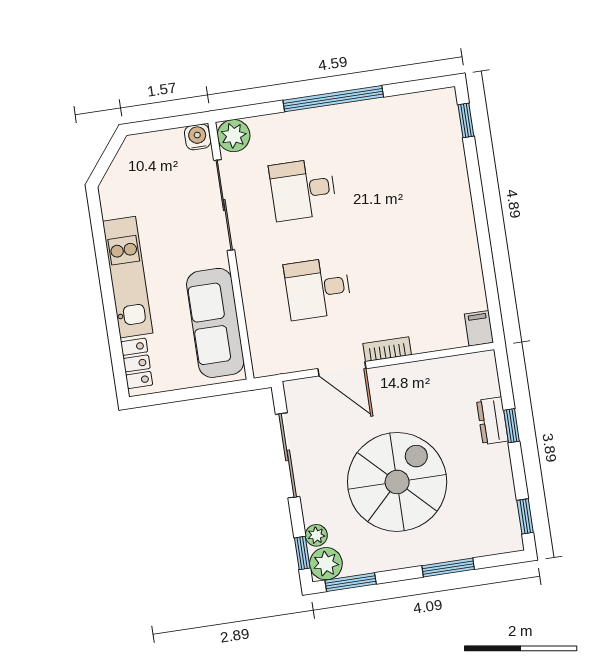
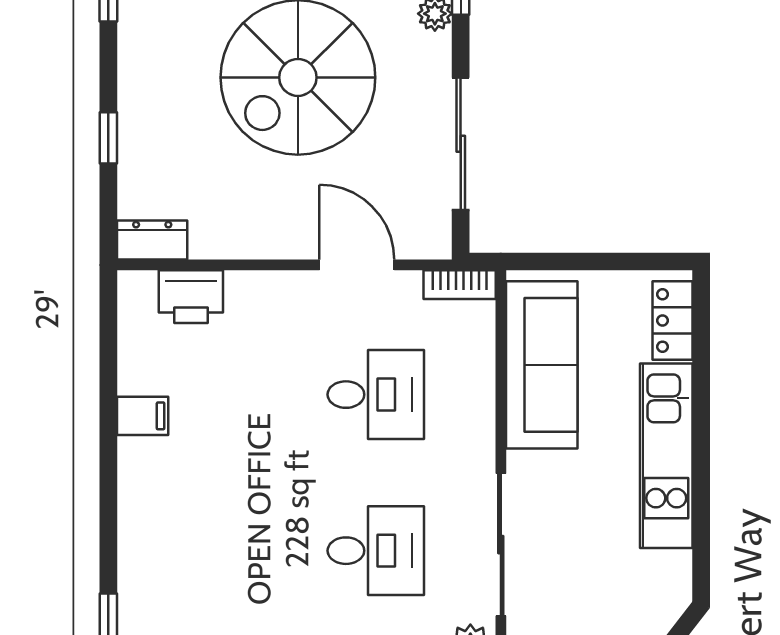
filing cabinet: (479, 328) -> (143, 416), moved, turned -90
printer: (444, 333) -> (191, 297), added
bookcase: (387, 349) -> (460, 285), moved
dresser: (492, 421) -> (152, 240), moved, turned -90

